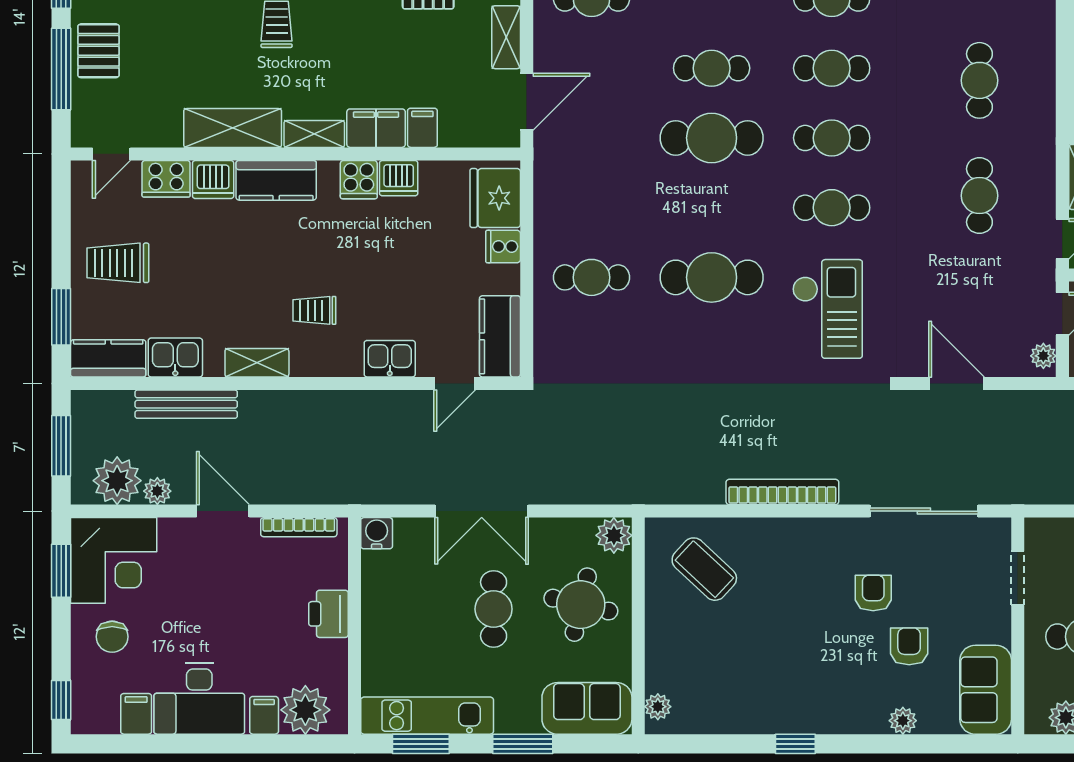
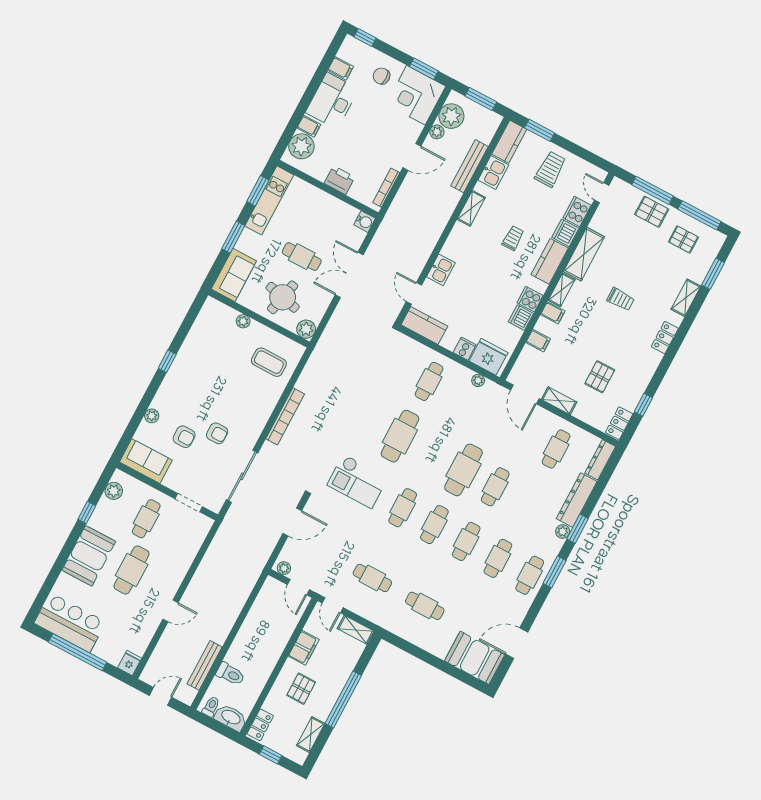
filing cabinet: (376, 128) -> (553, 313), width x0.50
plant: (545, 194) -> (478, 380), added
trolley: (314, 310) -> (513, 238), moved
coffee table: (704, 569) -> (269, 362), turned 47
plant: (658, 707) -> (243, 321), moved

